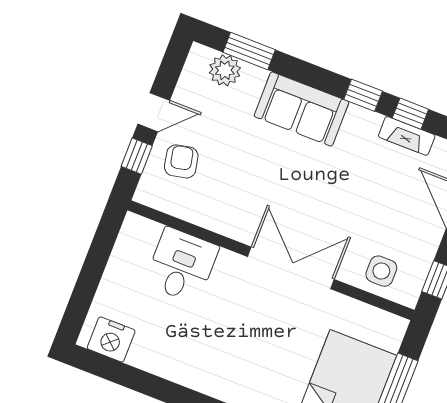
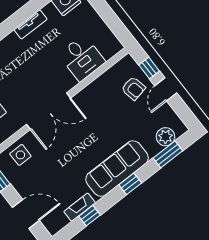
window: (363, 95) -> (130, 184), moved
sofa: (301, 109) -> (117, 169), width x1.36
tv unit: (177, 372) -> (31, 24), added

